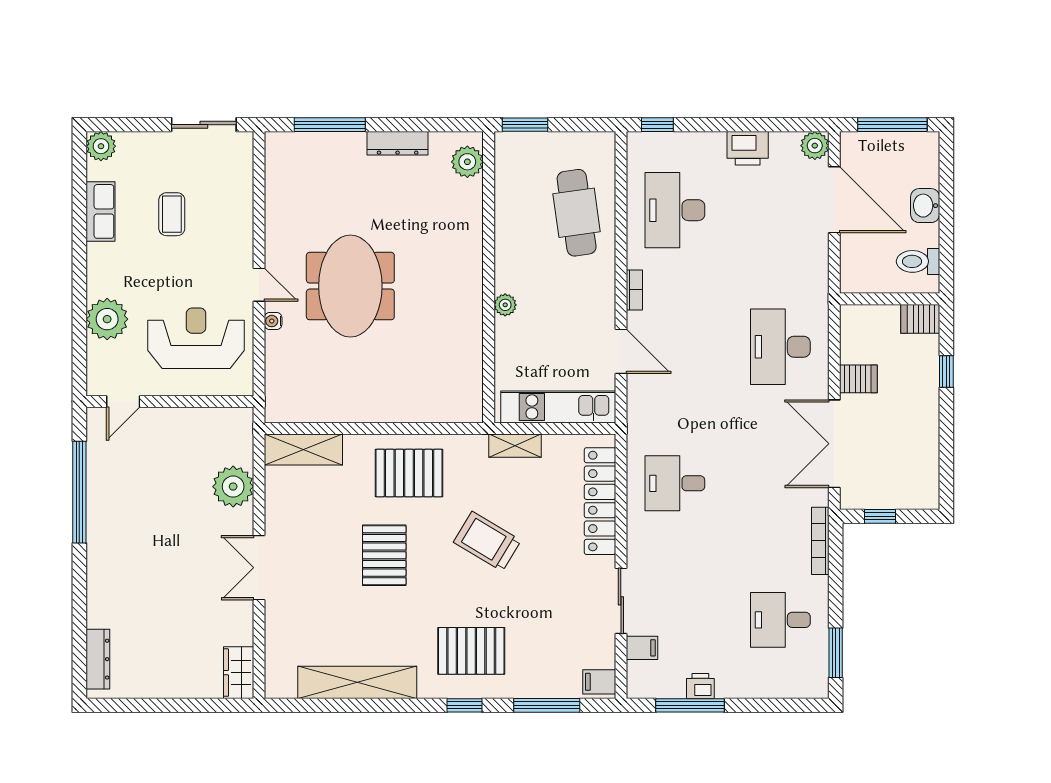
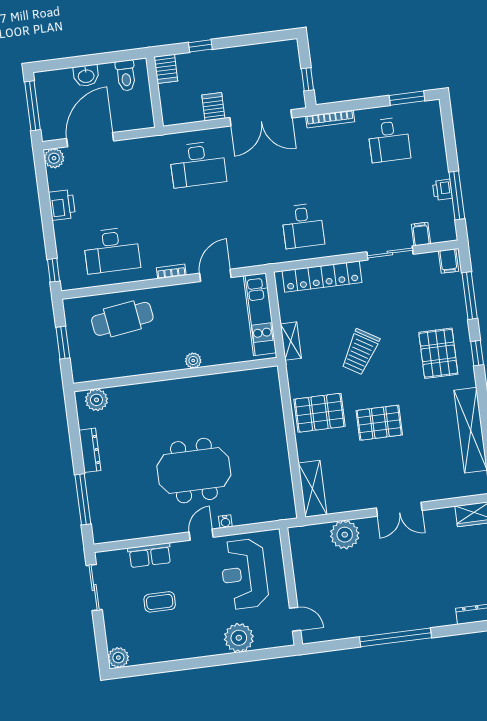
window: (525, 125) -> (63, 343), moved
row of seats: (101, 211) -> (150, 555), moved, turned 180
pallet: (409, 473) -> (319, 413), turned 90
window: (79, 492) -> (396, 637), moved

